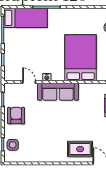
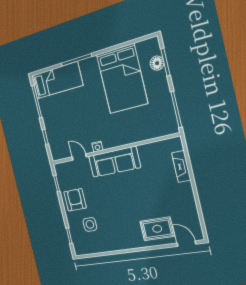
bed: (81, 58) -> (122, 79), moved, turned 180
side table: (13, 145) -> (90, 224), moved

